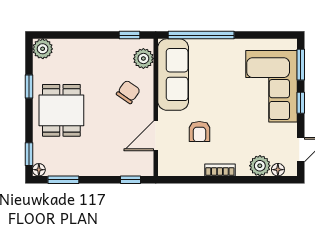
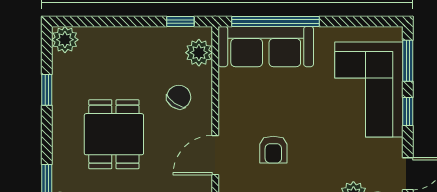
sofa: (173, 75) -> (266, 47), moved, turned 90
dining table: (61, 110) -> (114, 134), moved

